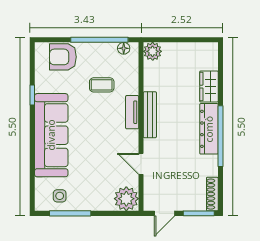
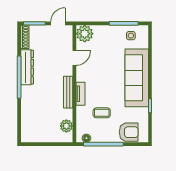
plant: (153, 51) -> (66, 126), moved
wardrobe: (209, 87) -> (27, 112), removed
dresser: (209, 129) -> (27, 67), moved
door: (141, 164) -> (74, 58), hinge flipped

